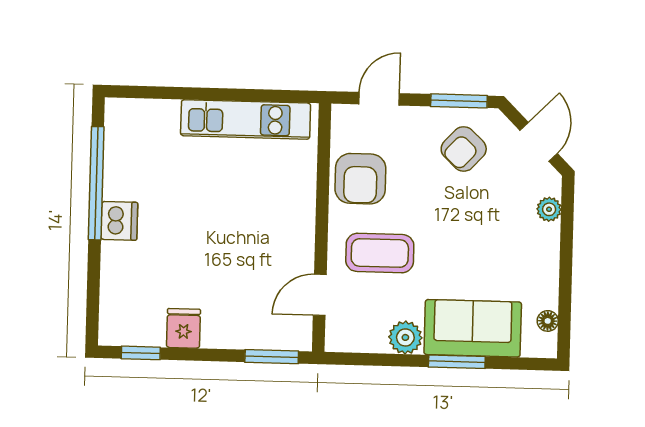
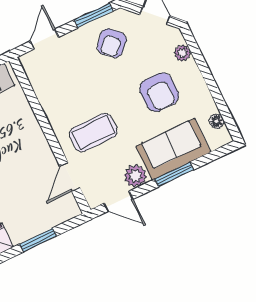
armchair: (360, 179) -> (159, 92), moved
window: (272, 357) -> (38, 240), moved
door: (366, 359) -> (118, 201), added

